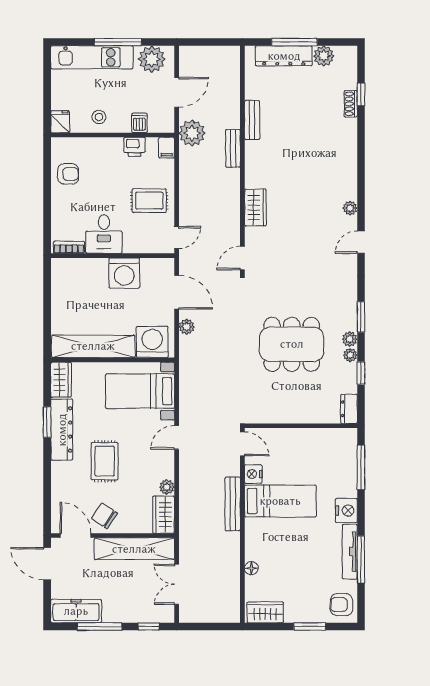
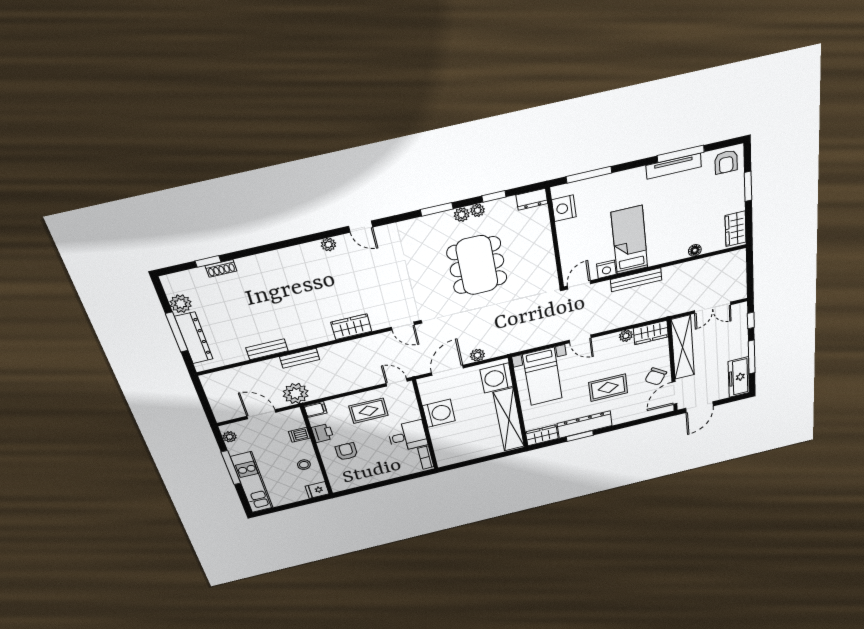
plant: (152, 59) -> (230, 437), width x0.53, depth x0.53
armchair: (68, 174) -> (346, 452), moved
rug: (149, 201) -> (368, 411), turned 90
nightstand: (346, 511) -> (564, 208), moved, turned -90

